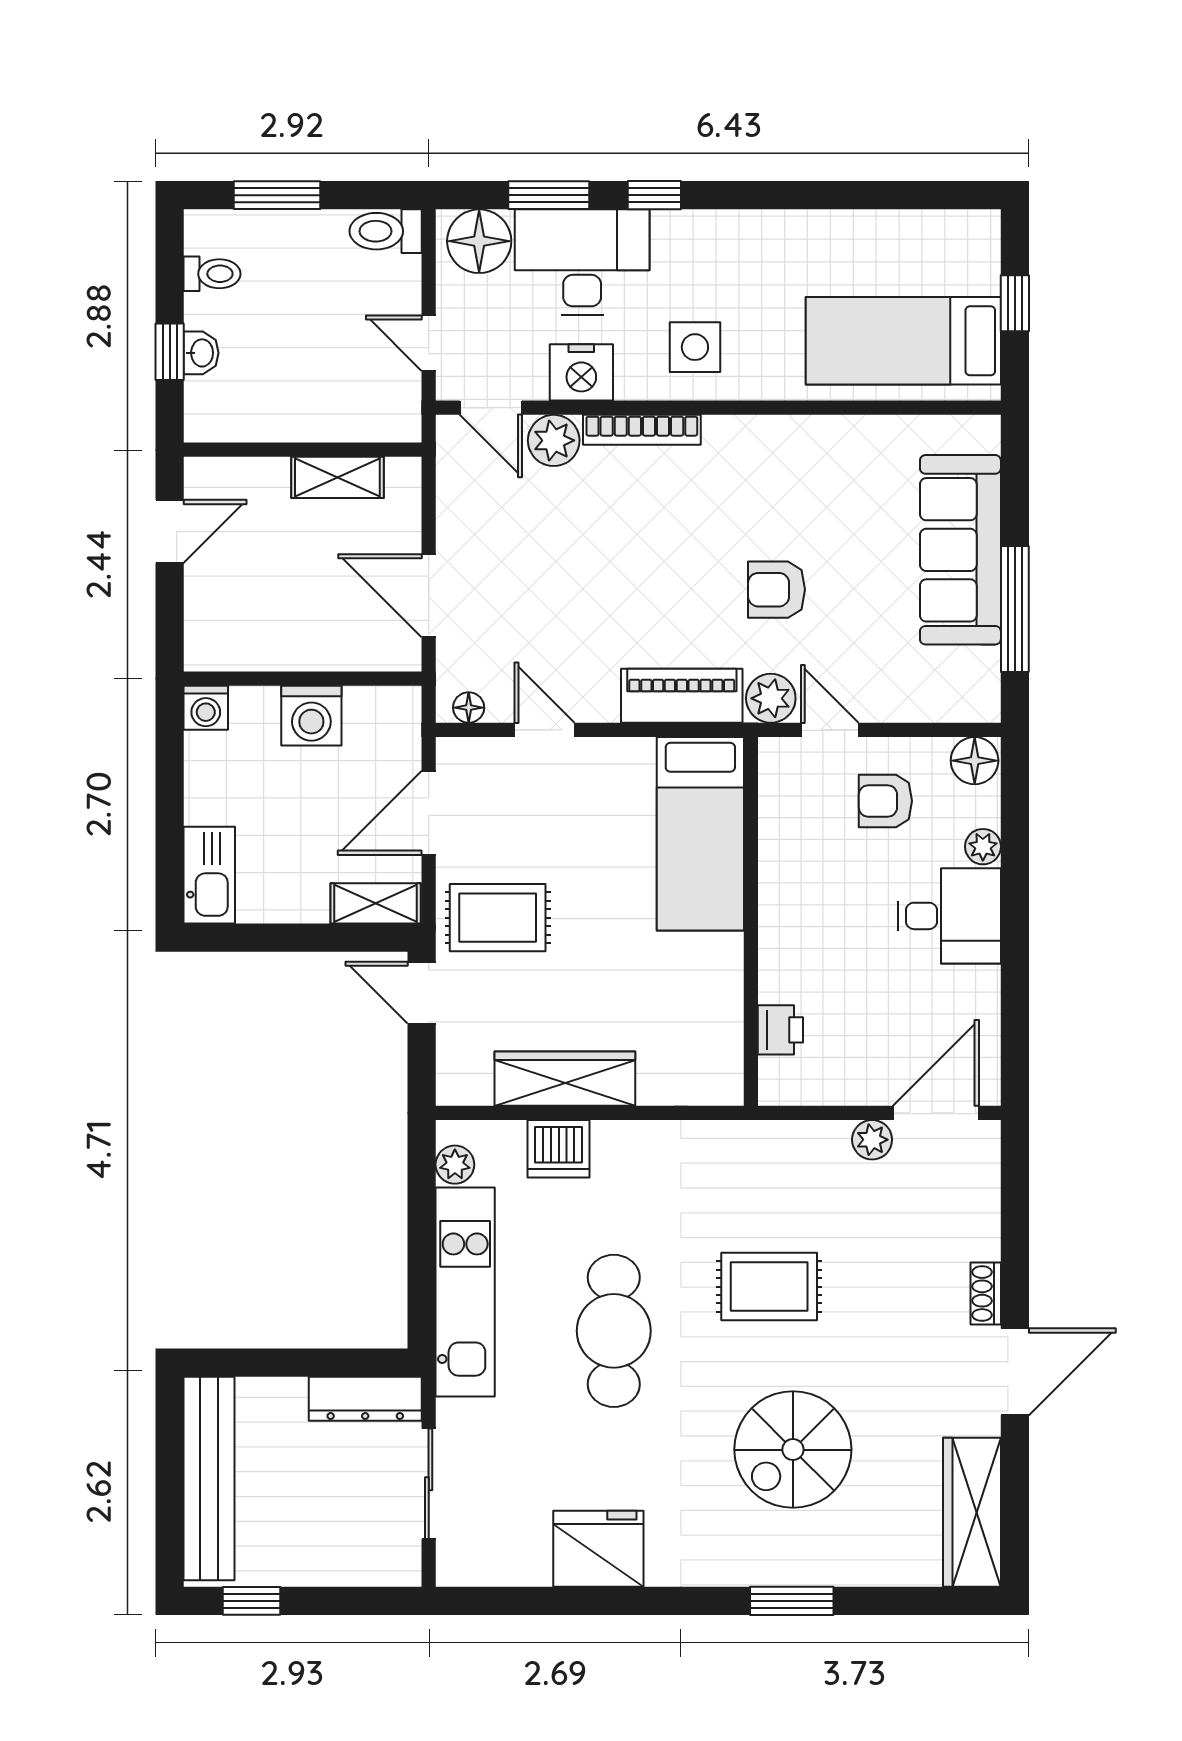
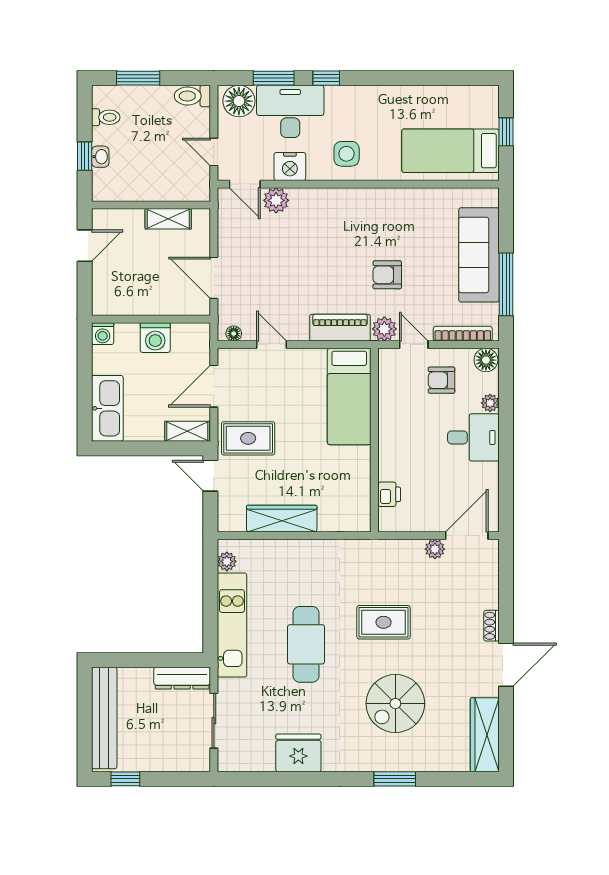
bookcase: (642, 430) -> (463, 334), moved, turned 180
kitchen sink: (209, 875) -> (107, 408), width x1.36, depth x1.24
dishwasher: (559, 1149) -> (278, 554), removed

